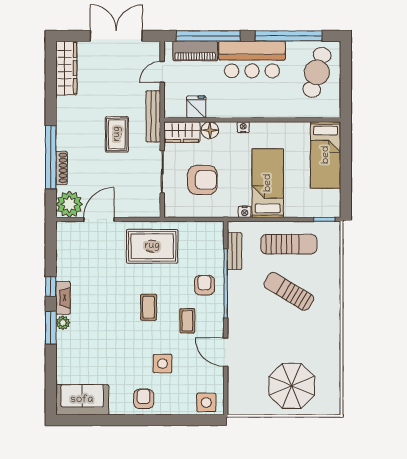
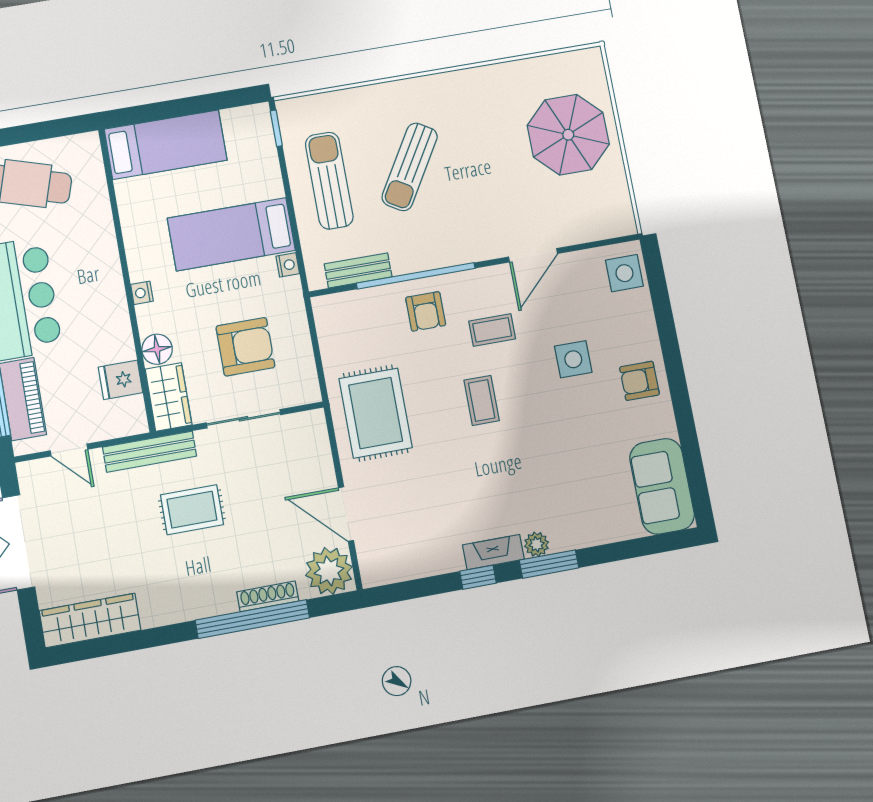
armchair: (202, 180) -> (245, 347), turned 90
armchair: (204, 285) -> (426, 311), turned -90
coffee table: (149, 307) -> (482, 400), turned 90

